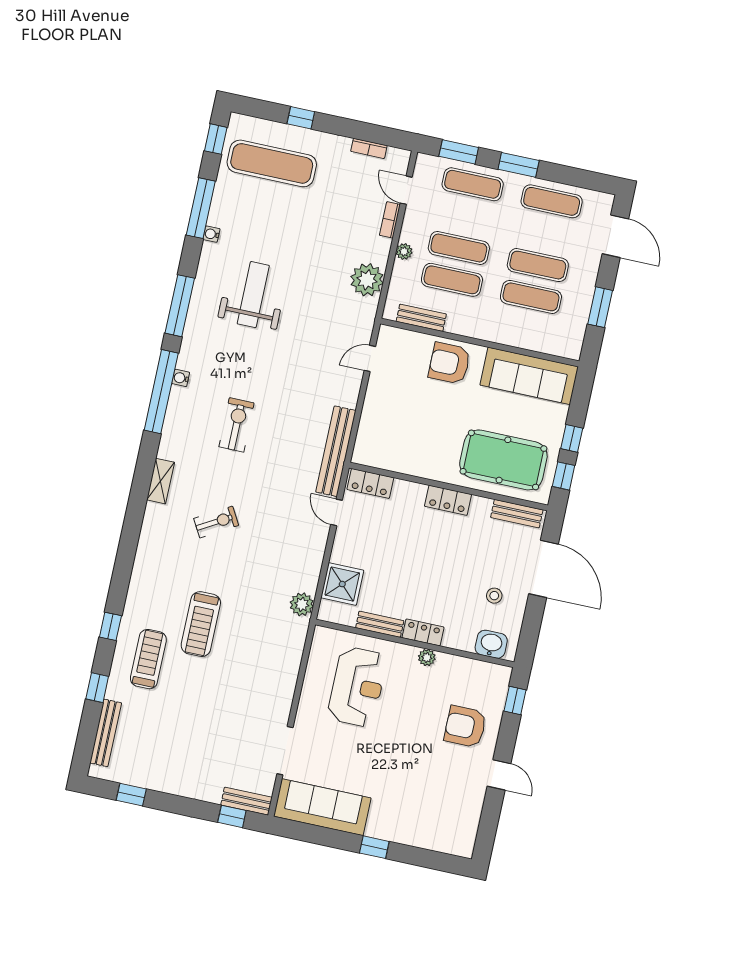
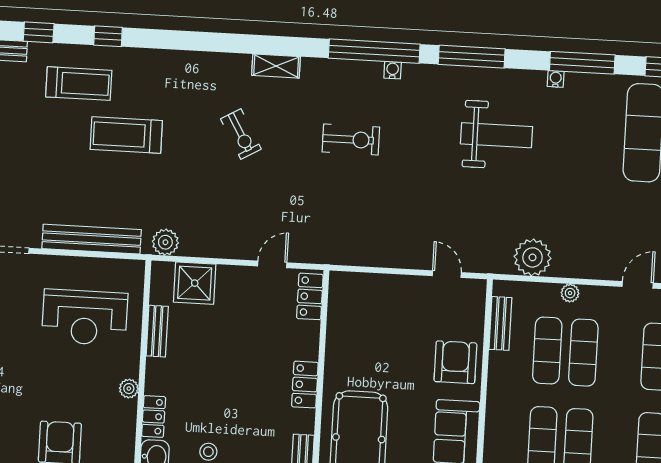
bookcase: (390, 220) -> (602, 272), removed
bench: (336, 451) -> (92, 239), moved
locker: (423, 632) -> (154, 416), moved

